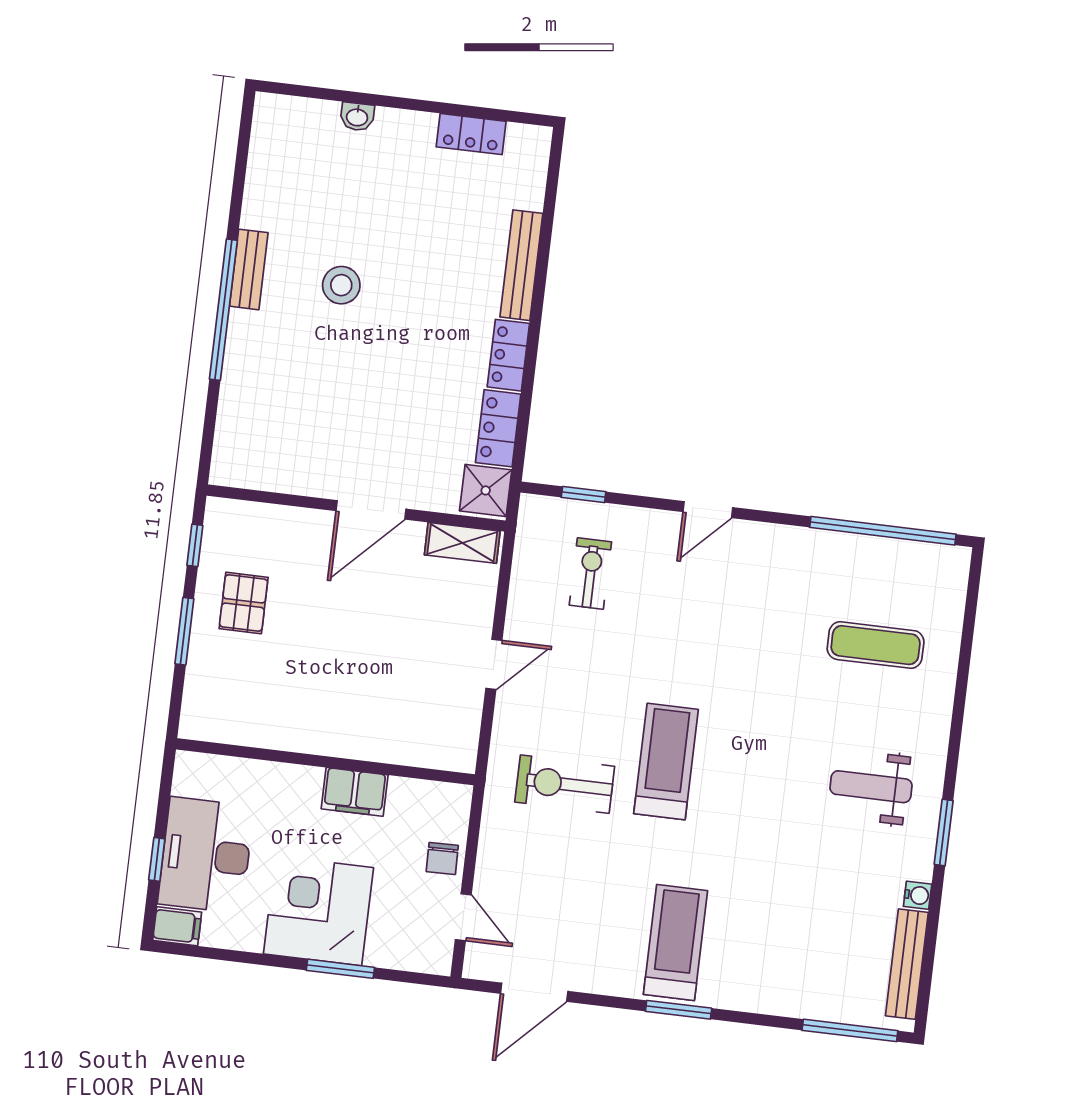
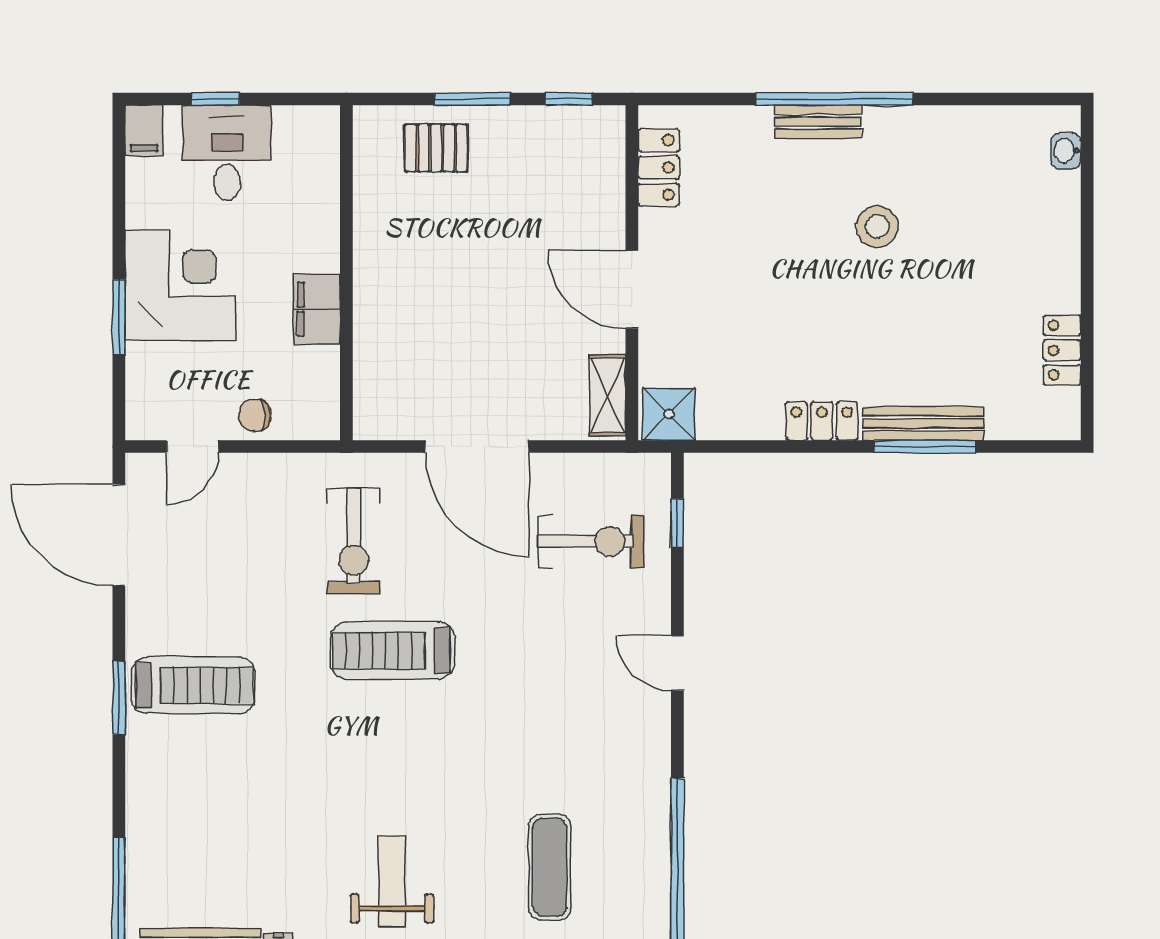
washbasin: (357, 117) -> (1066, 151), moved
window: (542, 267) -> (925, 447), added
bench: (249, 269) -> (818, 122), moved
locker: (498, 428) -> (659, 167), moved, turned 90
exercise bike: (590, 573) -> (591, 541), width x1.38, depth x1.39
pallet: (244, 603) -> (436, 148), moved
door: (494, 664) -> (477, 447), width x1.88
treadmill: (666, 762) -> (392, 650), turned 180
exercise bike: (565, 784) -> (354, 541), turned 180
desk: (206, 855) -> (227, 153), width x0.73
door: (534, 992) -> (119, 535), width x1.36

